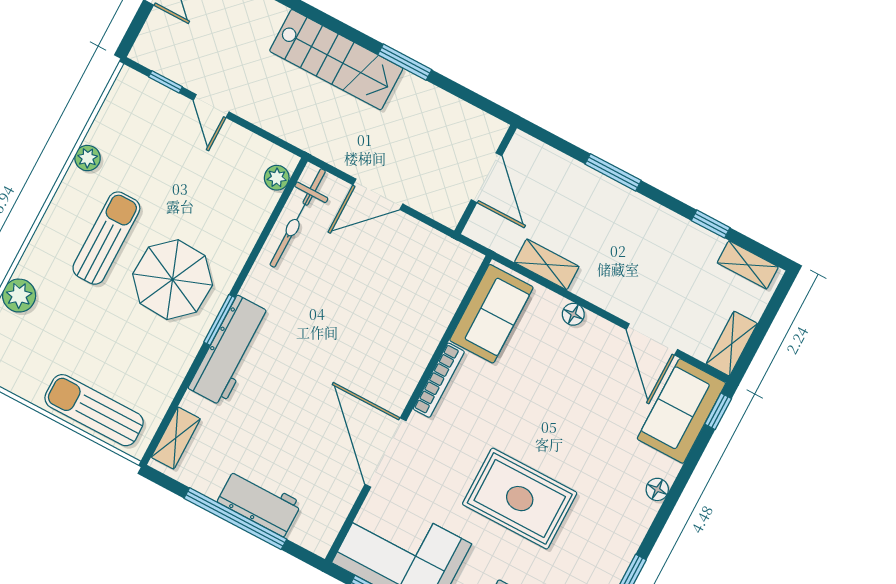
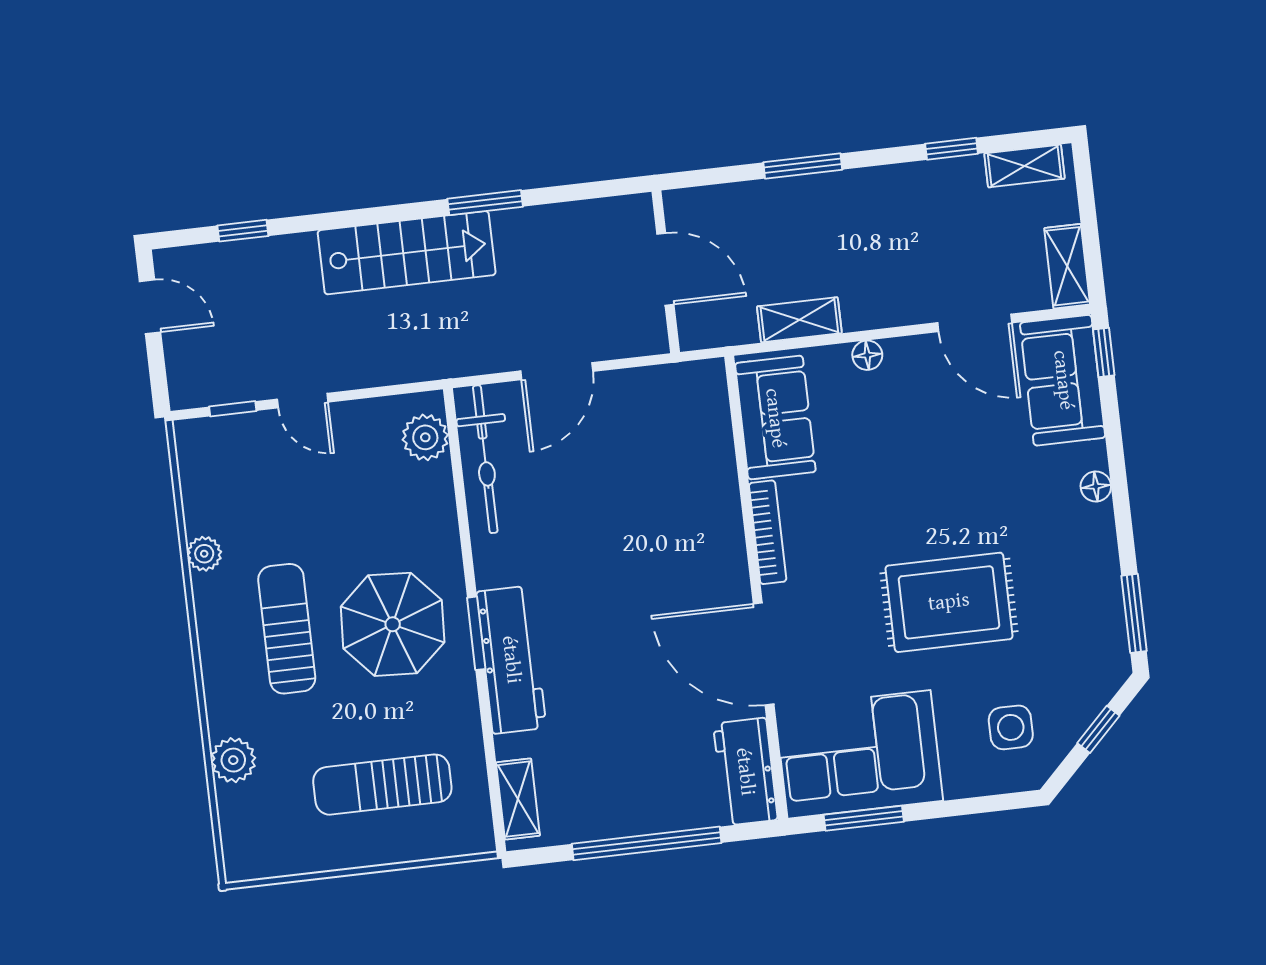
plant: (277, 178) -> (425, 437), width x1.38, depth x1.38
sun lounger: (94, 410) -> (382, 785), moved
workbench: (259, 502) -> (745, 772), moved, turned -90

